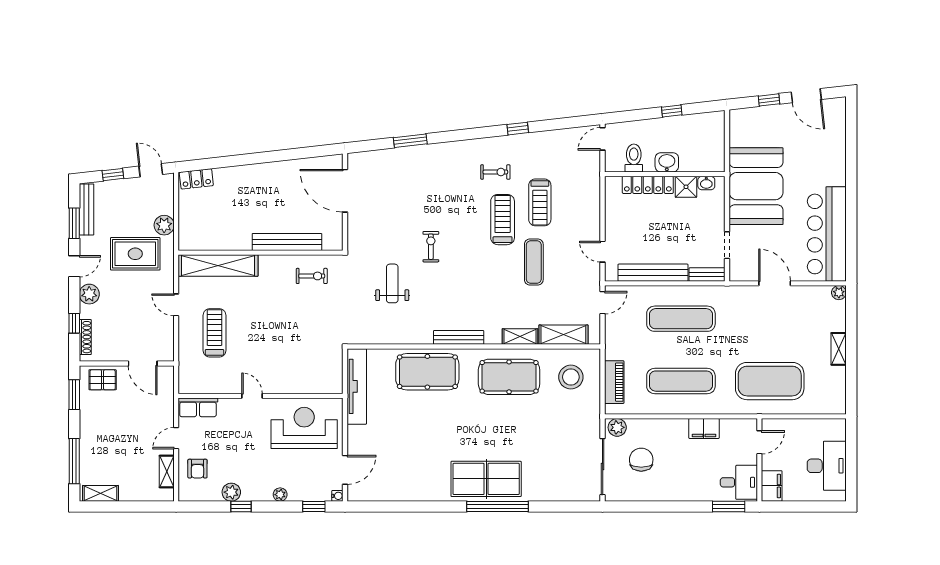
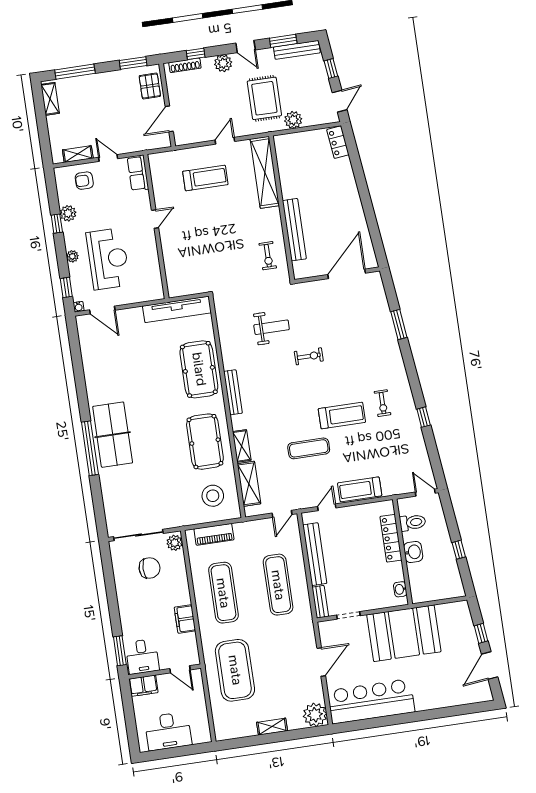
shower: (686, 187) -> (394, 572), removed
treadmill: (540, 202) -> (360, 489), moved
plant: (839, 293) -> (315, 715), width x1.88, depth x1.88
door: (603, 303) -> (282, 514), hinge flipped
reception desk: (304, 428) -> (108, 259), moved

